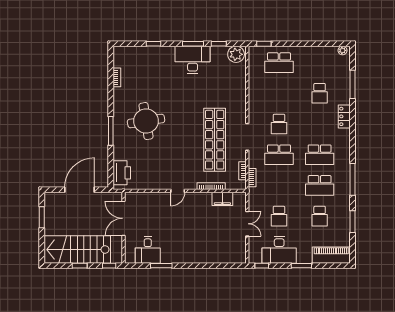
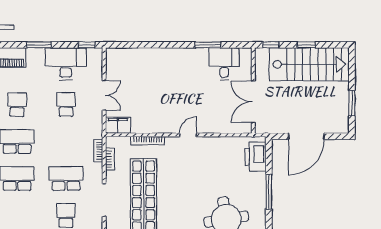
window: (111, 131) -> (269, 192), moved
filing cabinet: (222, 199) -> (118, 125), moved
double door: (124, 218) -> (253, 102), swing flipped
double door: (247, 224) -> (104, 95), swing flipped

